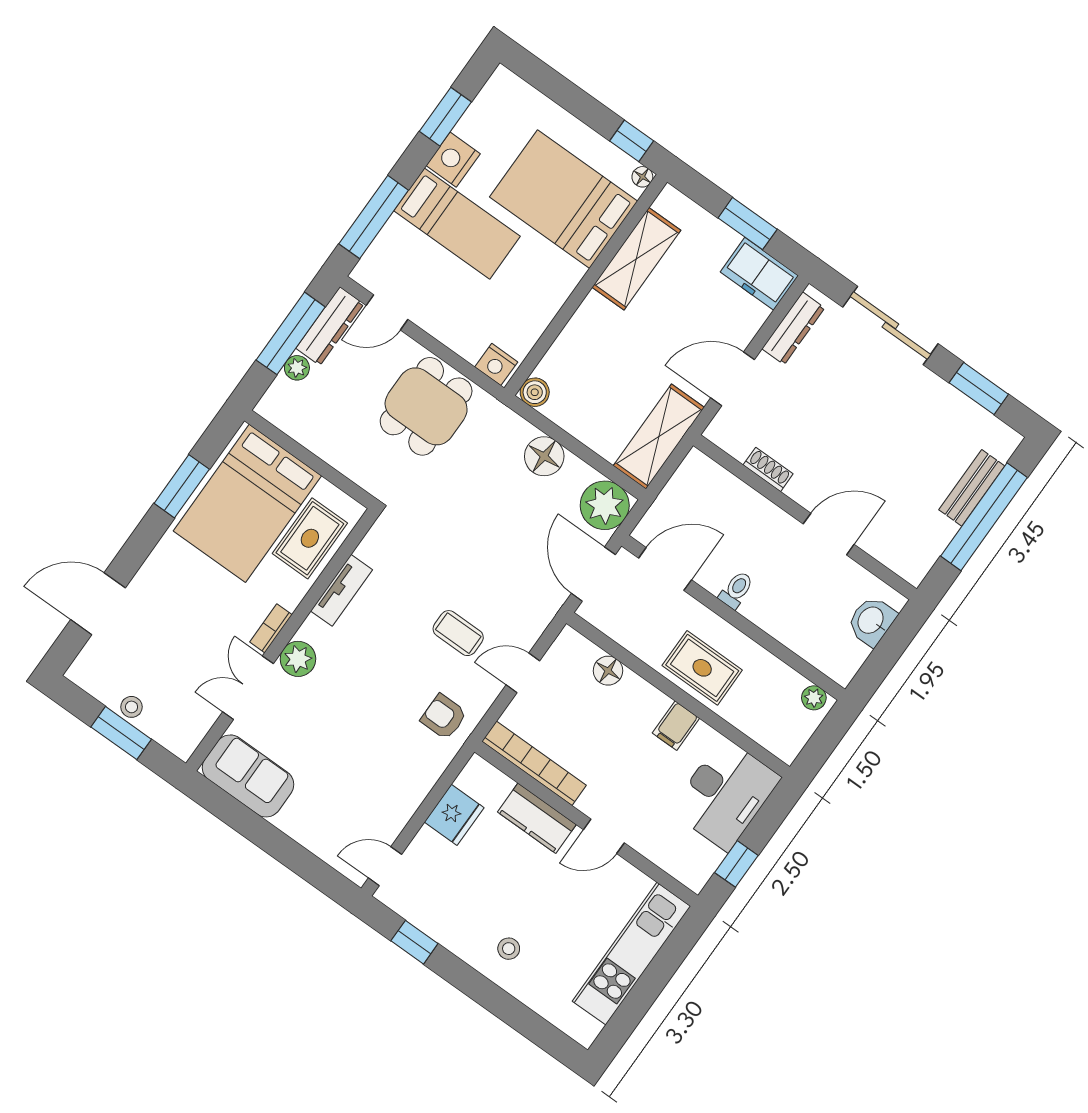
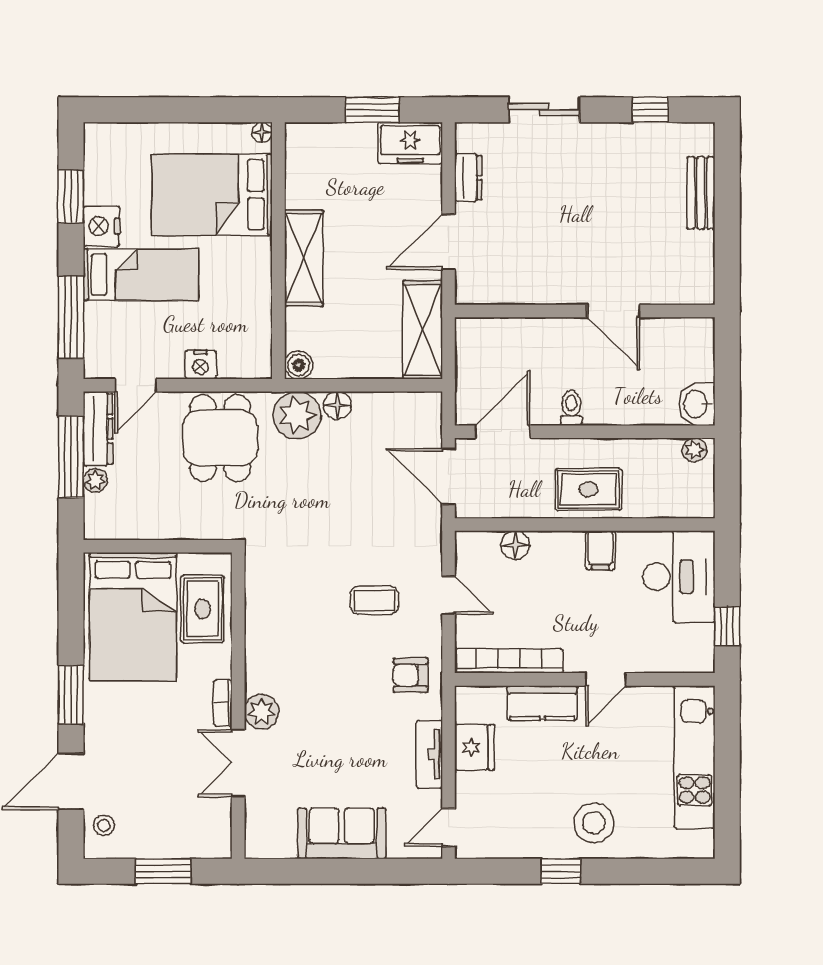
window: (632, 141) -> (233, 110), removed
shelving: (636, 259) -> (304, 258), moved
sliding door: (890, 325) -> (544, 110), width x0.73
dresser: (793, 328) -> (468, 178), width x0.70
nightstand: (496, 364) -> (201, 365), moved
window: (979, 389) -> (650, 110), width x0.67
floor lamp: (544, 456) -> (337, 405), width x0.73, depth x0.73
shoe rack: (768, 469) -> (528, 294), removed
window: (182, 486) -> (71, 695), moved
plant: (605, 505) -> (297, 415), moved
window: (984, 517) -> (727, 209), removed
door: (829, 534) -> (613, 311), swing flipped
tv unit: (342, 590) -> (429, 754), moved, turned 180
washbasin: (871, 621) -> (697, 404), moved
door: (523, 673) -> (449, 595), swing flipped
stool: (132, 707) -> (104, 825), moved
sofa: (248, 776) -> (342, 833), moved
window: (414, 942) -> (561, 871), moved
stool: (509, 949) -> (594, 823), width x1.89, depth x1.89

